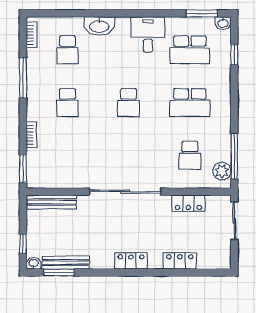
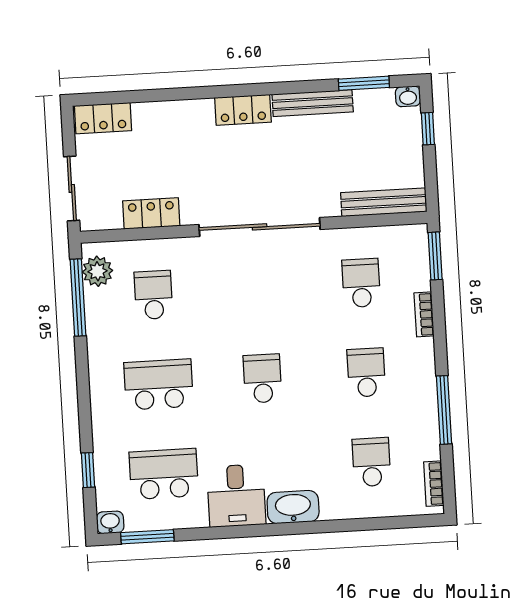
washbasin: (99, 26) -> (293, 507), moved
school desk: (67, 155) -> (361, 283), added
locker: (180, 261) -> (103, 118), moved
bench: (66, 263) -> (313, 103), moved

